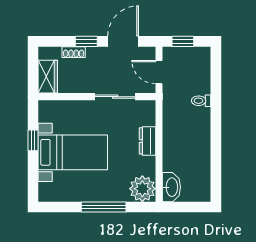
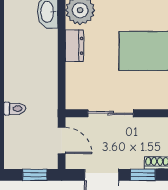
dresser: (147, 141) -> (75, 46), moved

